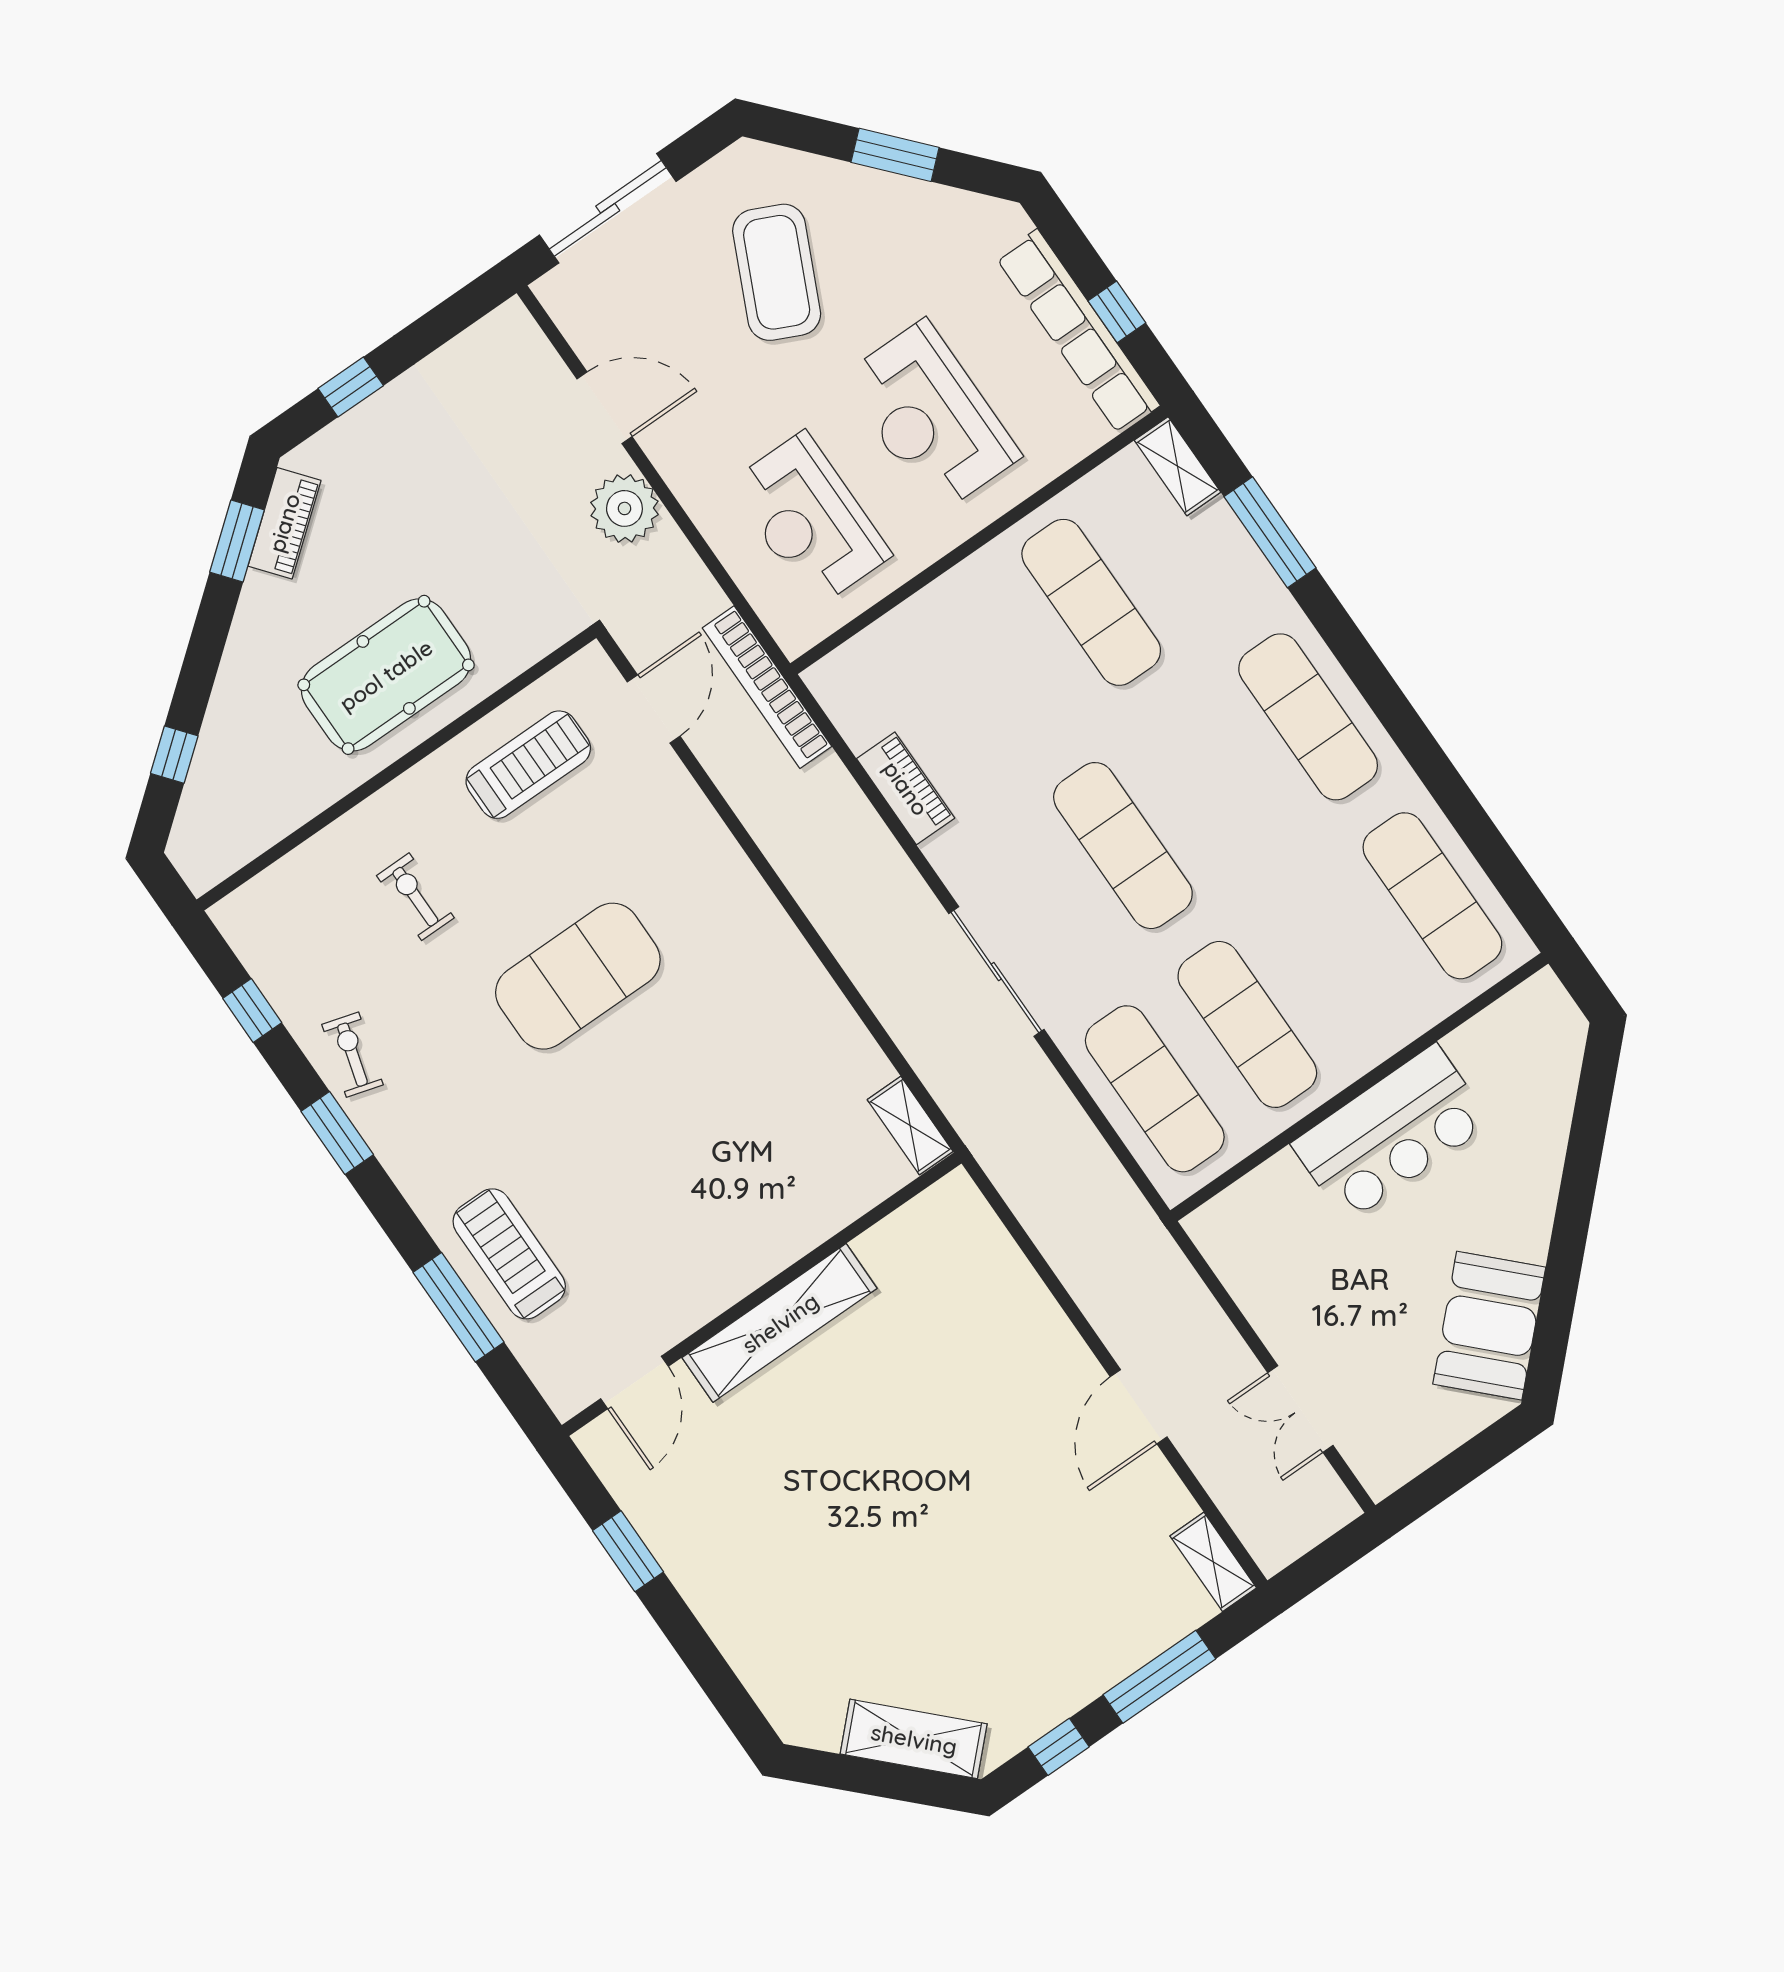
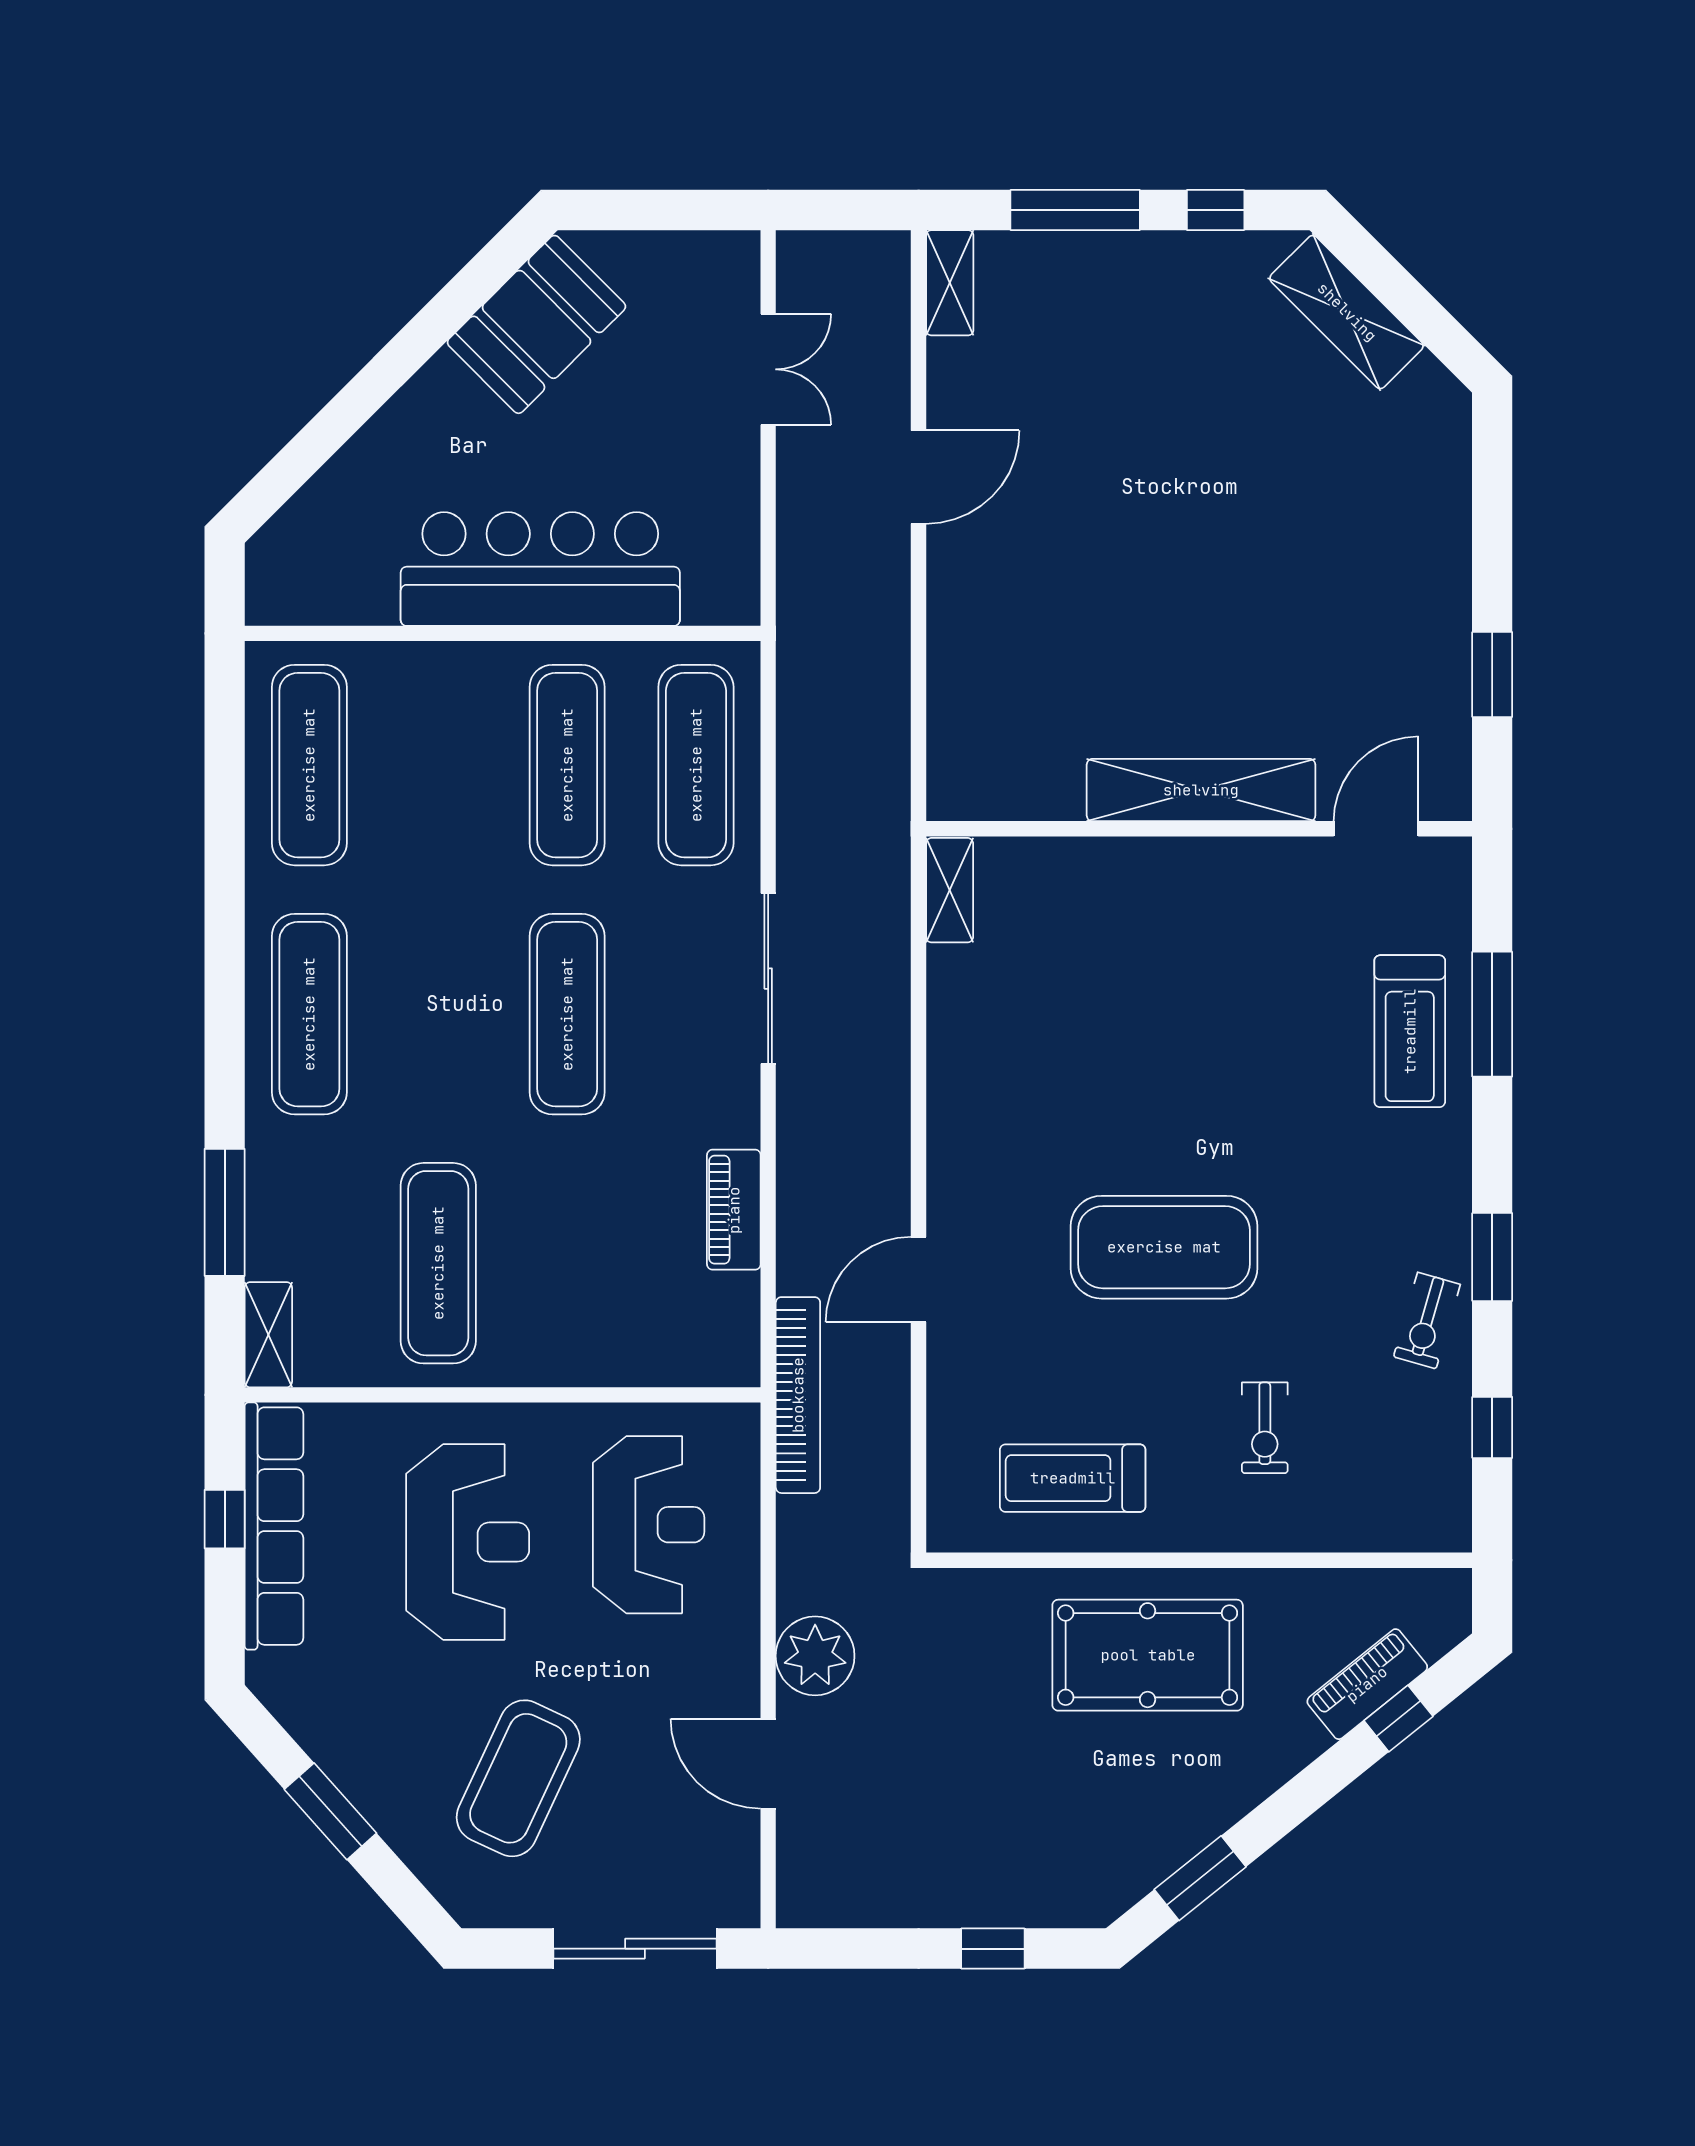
piano: (284, 523) -> (1367, 1684), moved
door: (654, 709) -> (919, 1279), moved
bar counter: (1391, 1133) -> (540, 569), width x1.36

